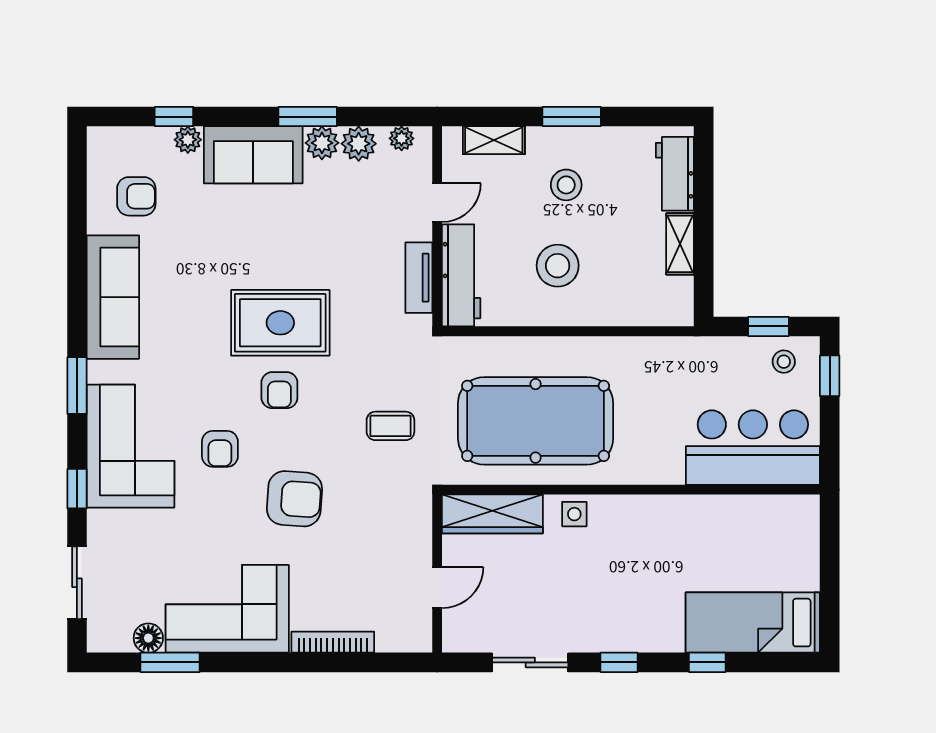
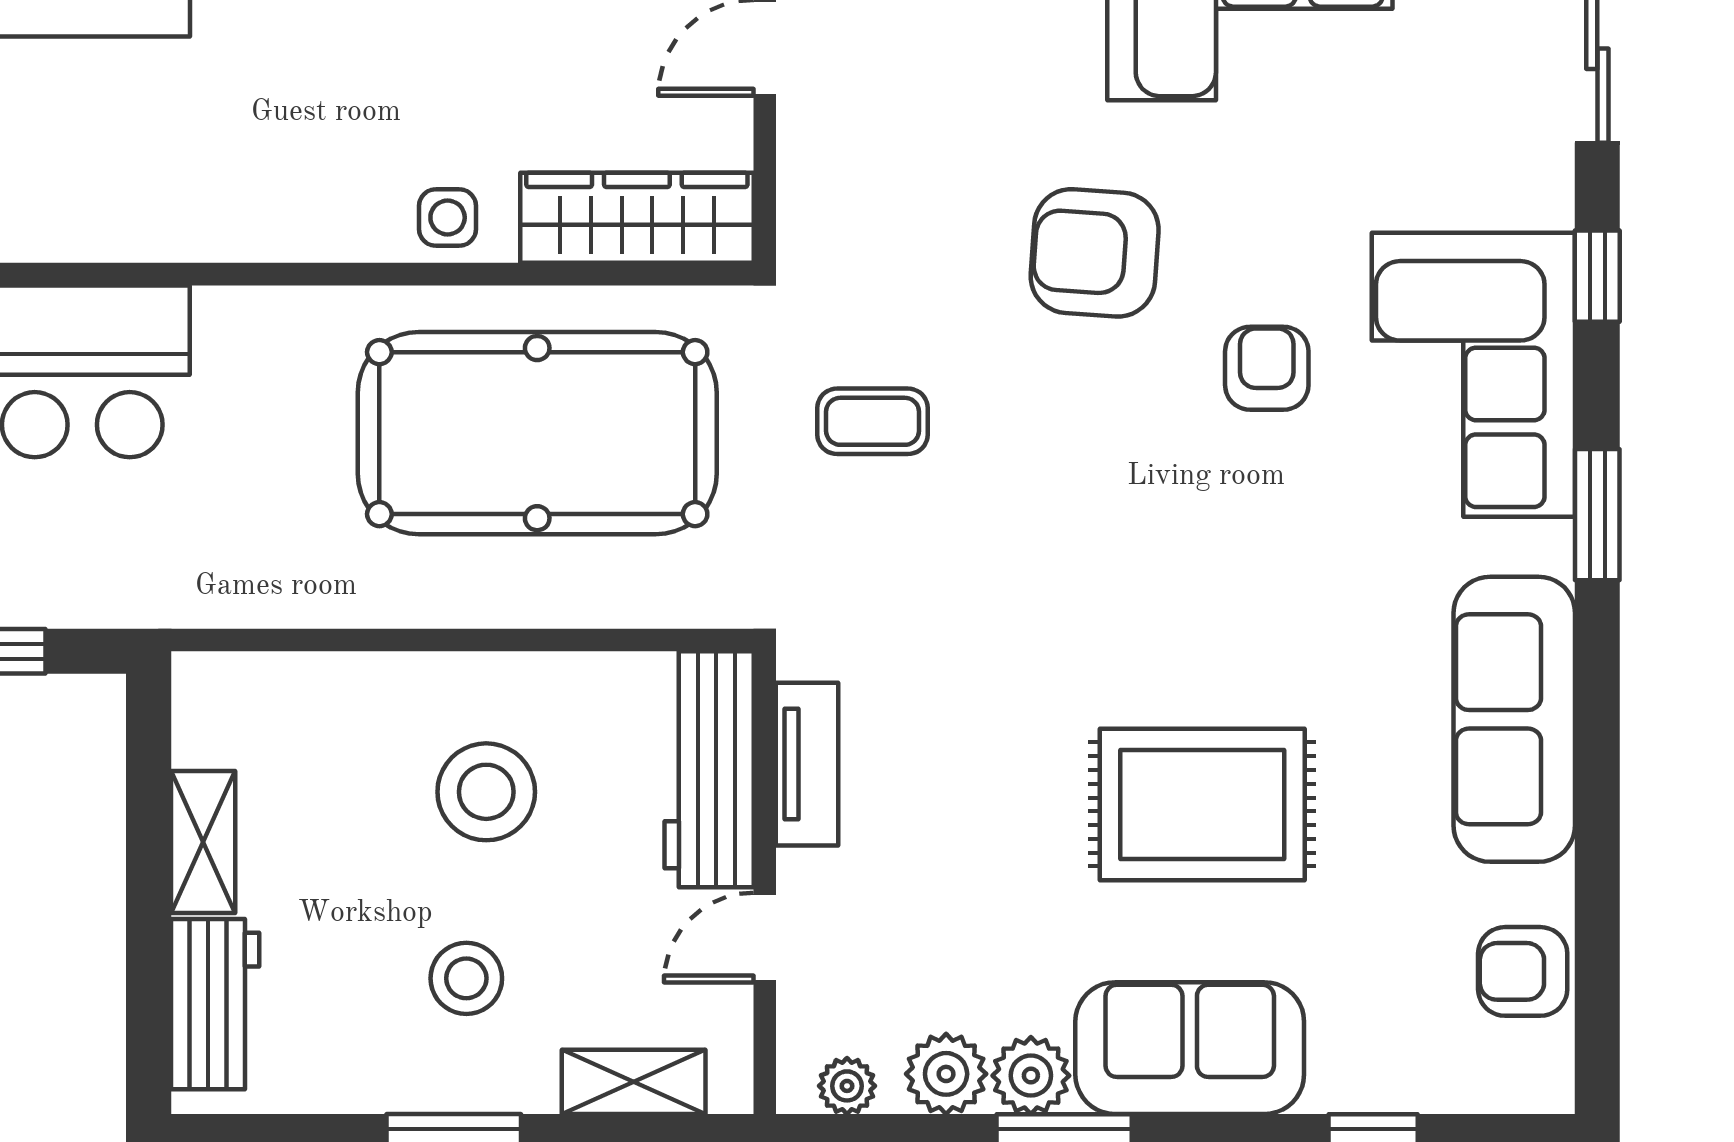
plant: (188, 140) -> (1341, 1083), removed
armchair: (136, 196) -> (1523, 971), moved
rug: (280, 323) -> (1202, 804), moved
armchair: (279, 390) -> (1129, 504), removed

